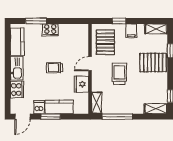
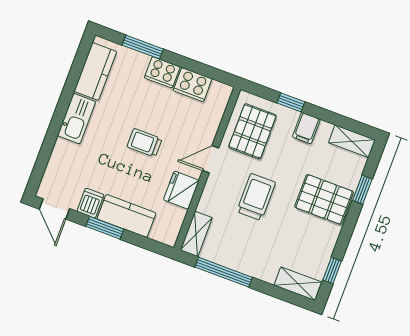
cooker: (17, 90) -> (193, 85), moved, turned 90
door: (23, 117) -> (55, 209), hinge flipped

